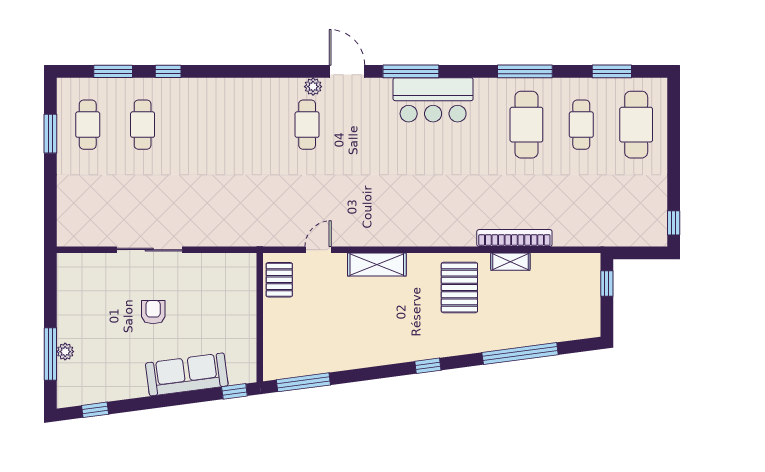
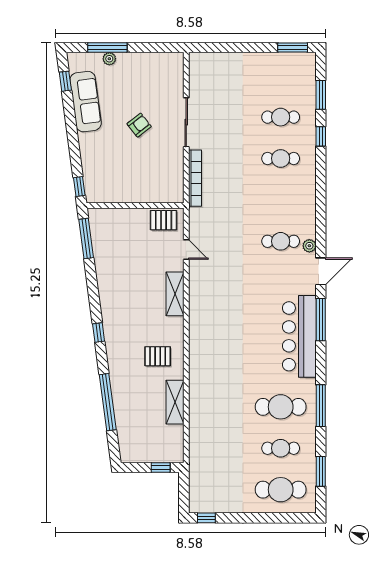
bar counter: (433, 100) -> (299, 336), width x1.36
cafe table: (88, 125) -> (281, 158), moved
window: (50, 134) -> (293, 48), moved
bookcase: (514, 238) -> (195, 178), moved
shelving: (510, 262) -> (175, 402), width x1.50, depth x1.33
pallet: (459, 288) -> (158, 356), width x0.67, depth x0.71
armchair: (153, 312) -> (139, 125), turned -38
sofa: (187, 374) -> (86, 102), moved

